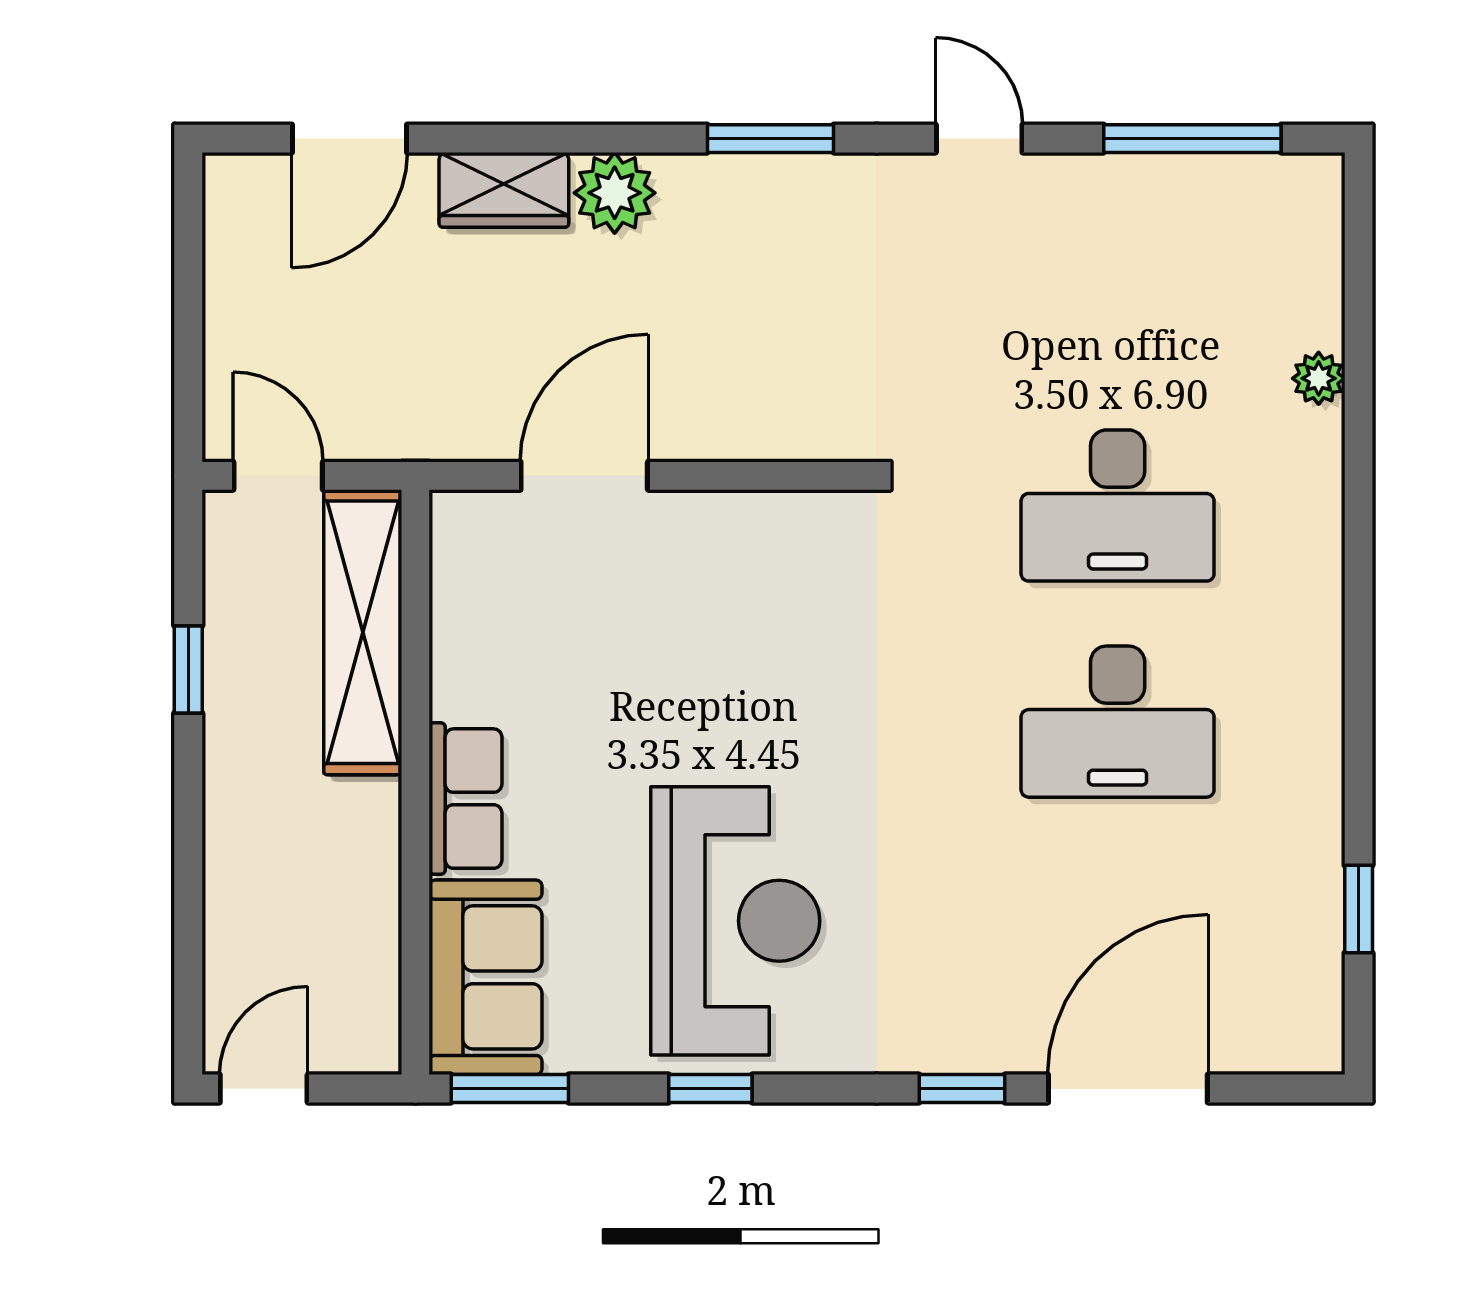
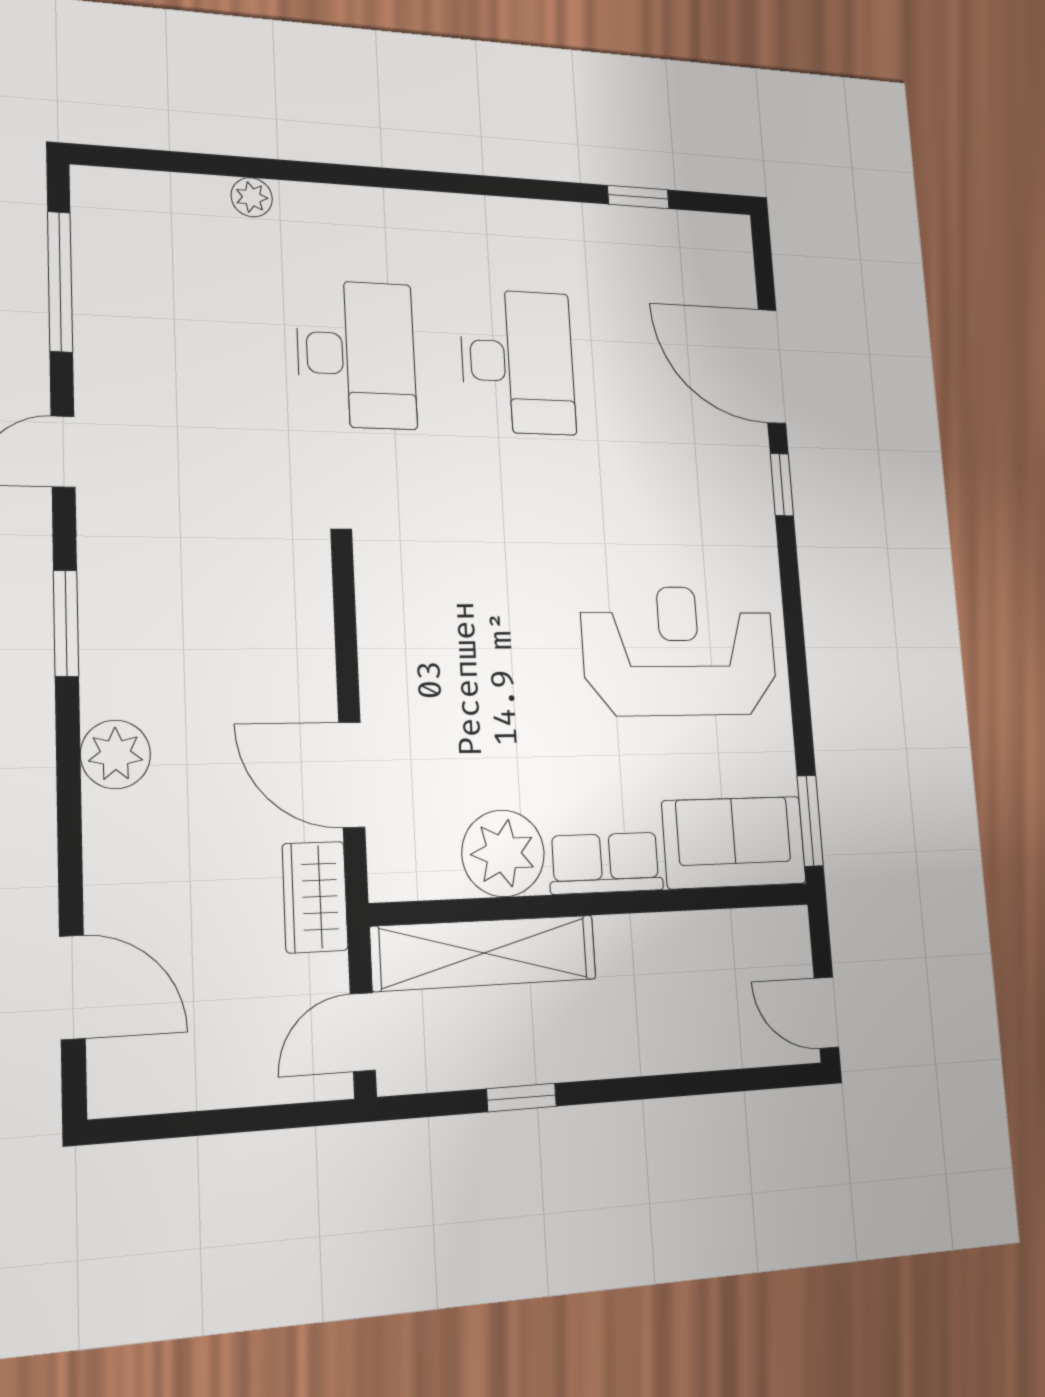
wardrobe: (504, 190) -> (315, 897), moved, turned 180
plant: (483, 664) -> (503, 853), added
window: (710, 1089) -> (797, 669), removed

